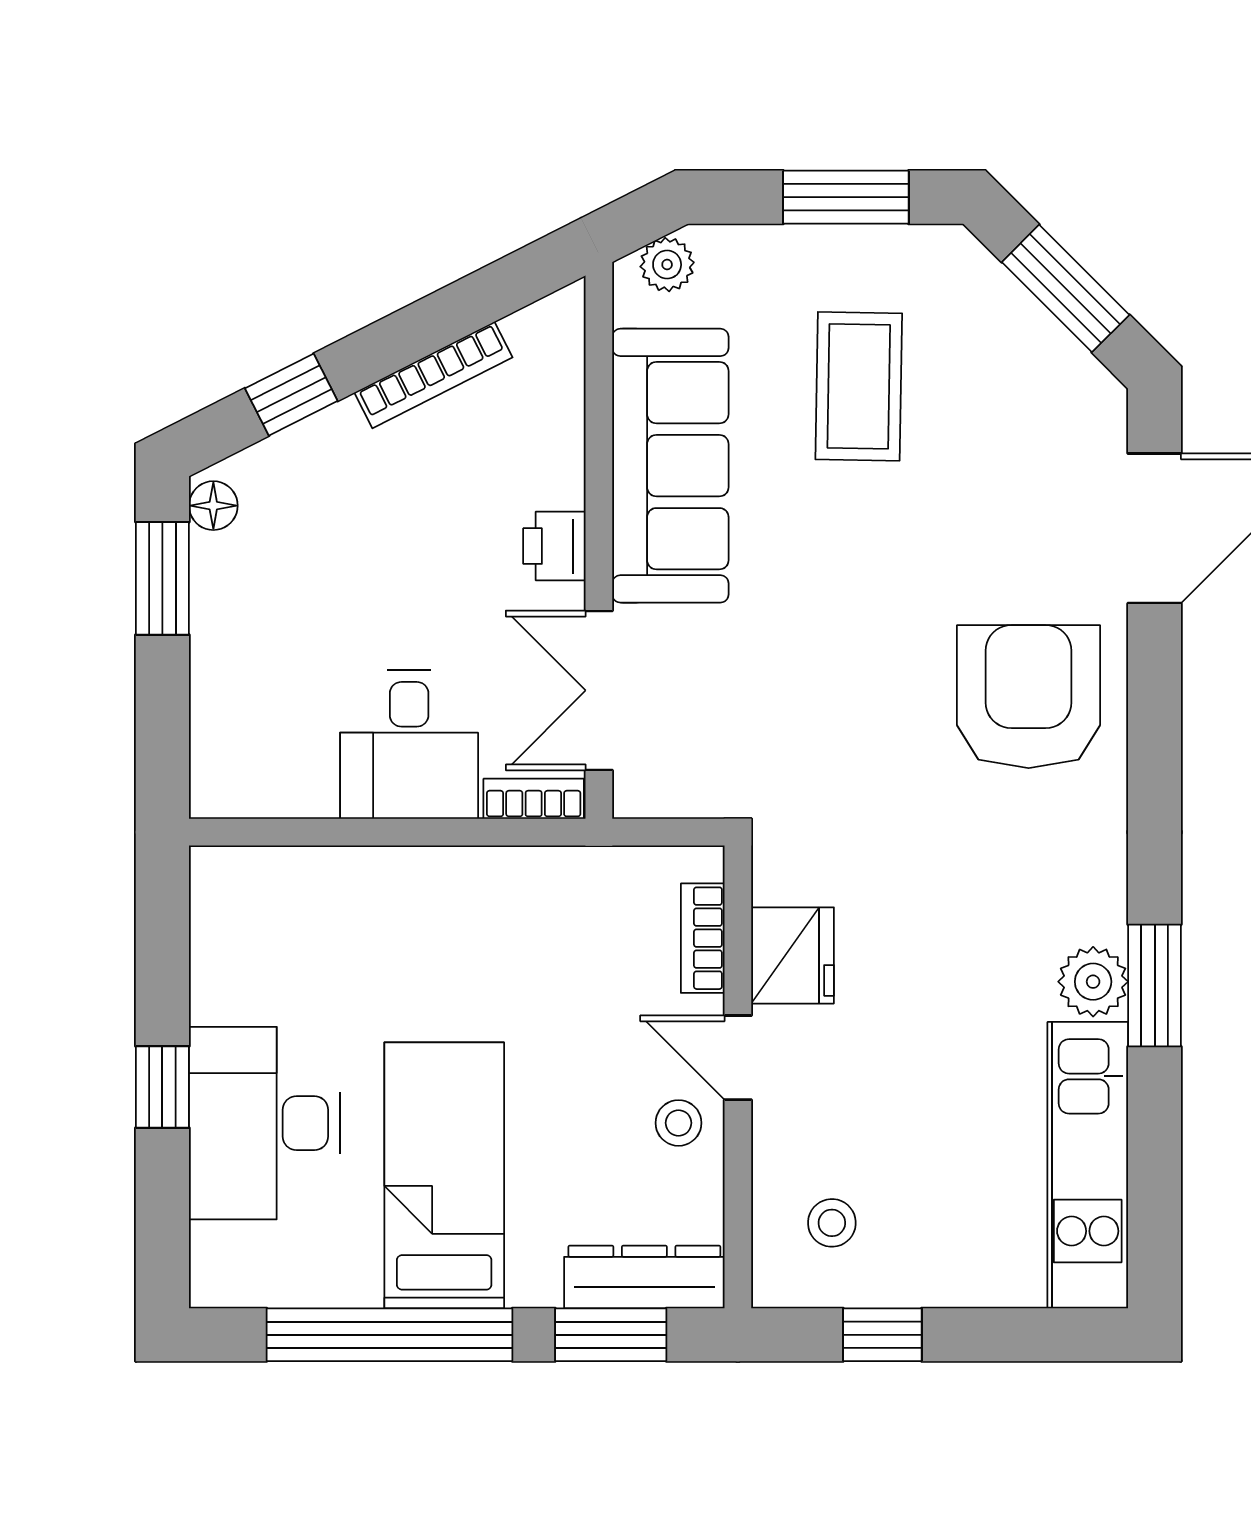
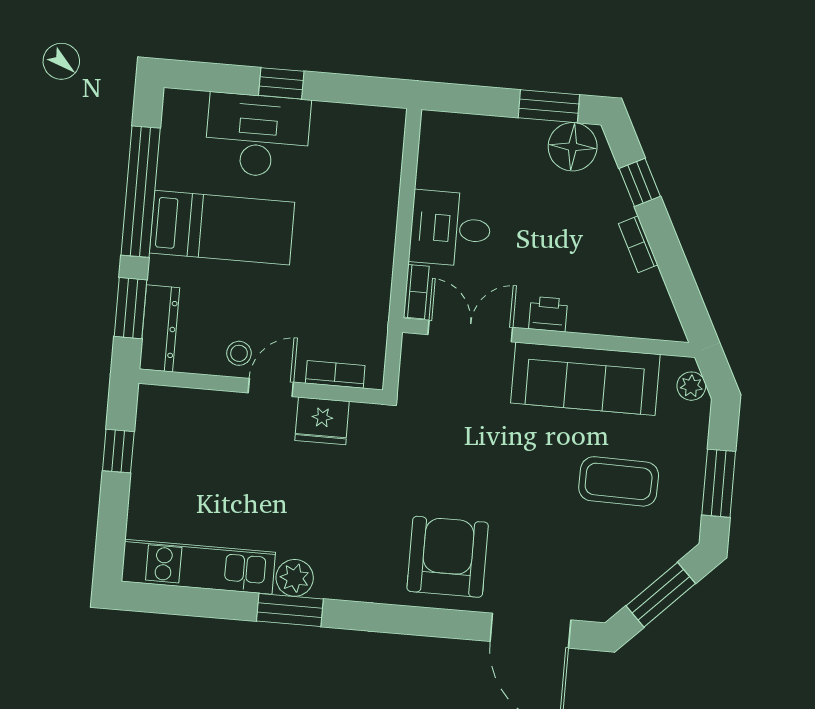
bookcase: (433, 375) -> (638, 244), width x0.64
floor lamp: (213, 506) -> (573, 147), width x1.89, depth x1.89
armchair: (1029, 697) -> (448, 557), turned -90
stool: (832, 1223) -> (179, 430), removed

